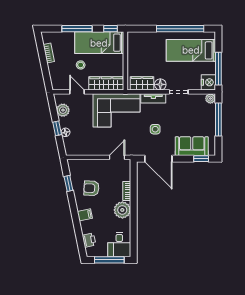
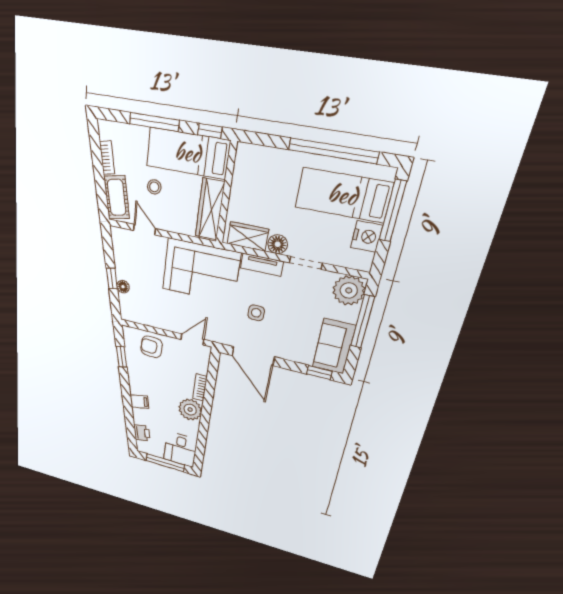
window: (218, 69) -> (393, 211), moved
cot: (57, 76) -> (117, 197), added
nightstand: (208, 82) -> (367, 236), moved
wardrobe: (106, 83) -> (210, 209), moved, turned -90
plant: (210, 99) -> (349, 290), width x1.88, depth x1.88
plant: (63, 110) -> (122, 253), removed
sofa: (192, 146) -> (334, 346), moved, turned -90
armchair: (91, 188) -> (151, 347), moved

